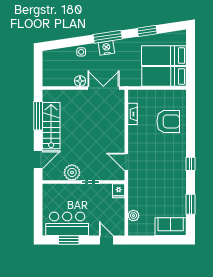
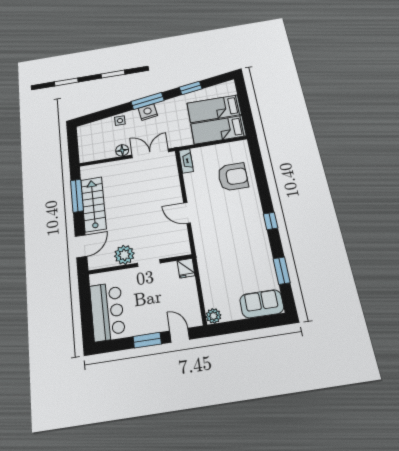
fireplace: (132, 114) -> (186, 161), moved
door: (126, 162) -> (187, 213), moved
plant: (133, 216) -> (213, 316), moved
bar counter: (67, 224) -> (107, 311), moved, turned 90
window: (69, 240) -> (147, 340), moved

